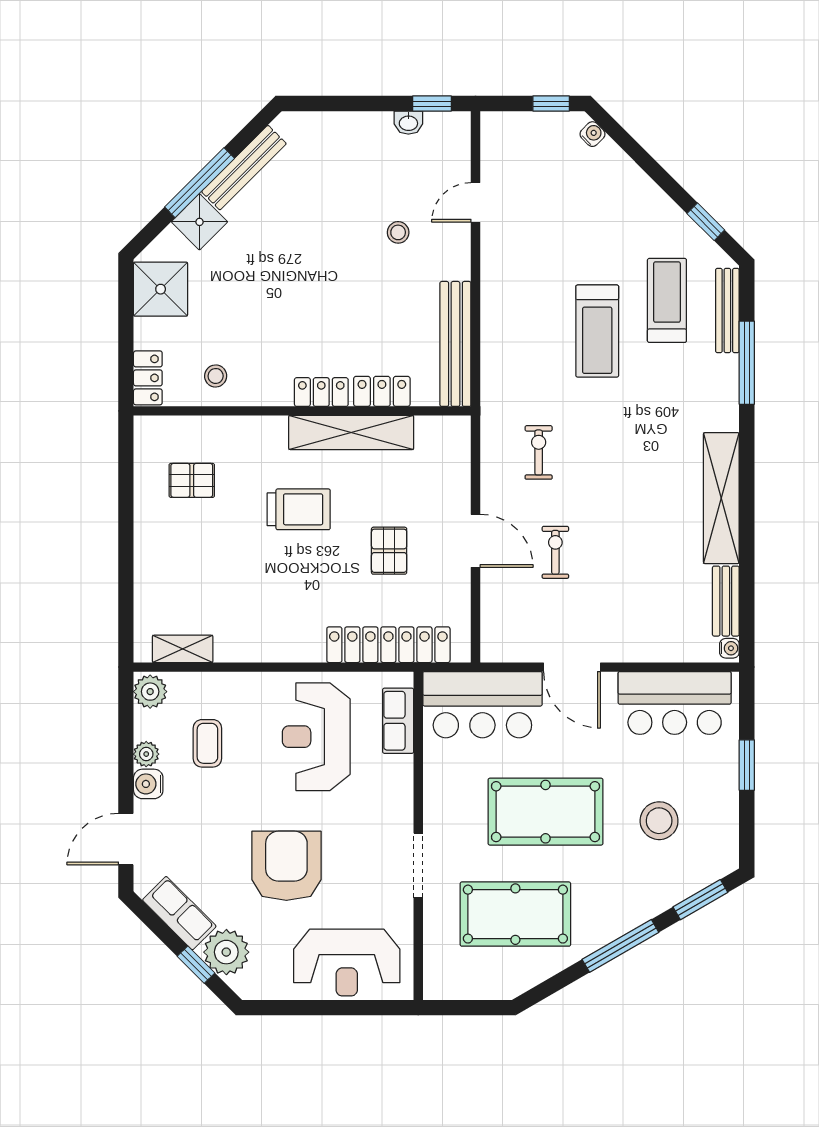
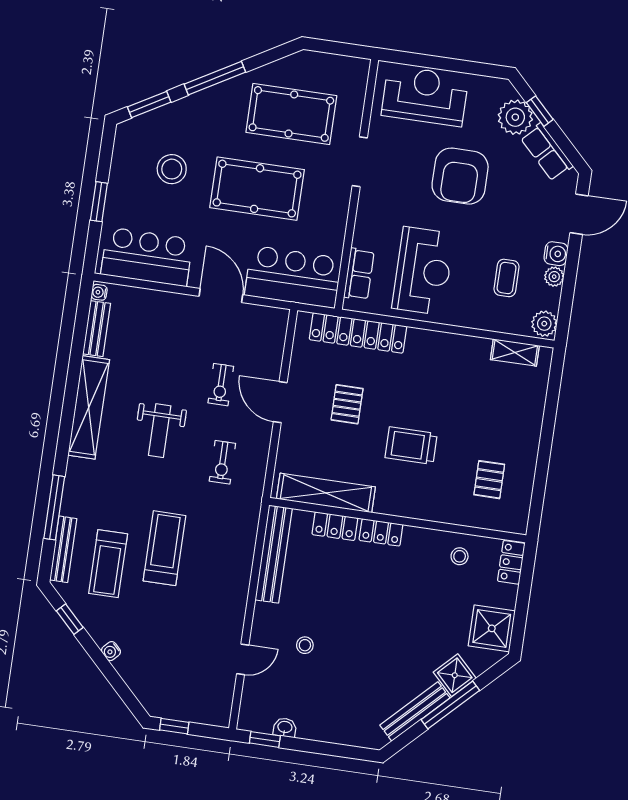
water cooler: (592, 134) -> (111, 651), moved
shelving: (351, 432) -> (326, 493), moved
pallet: (192, 480) -> (489, 480), turned 90
weight bench: (626, 482) -> (160, 431), added

